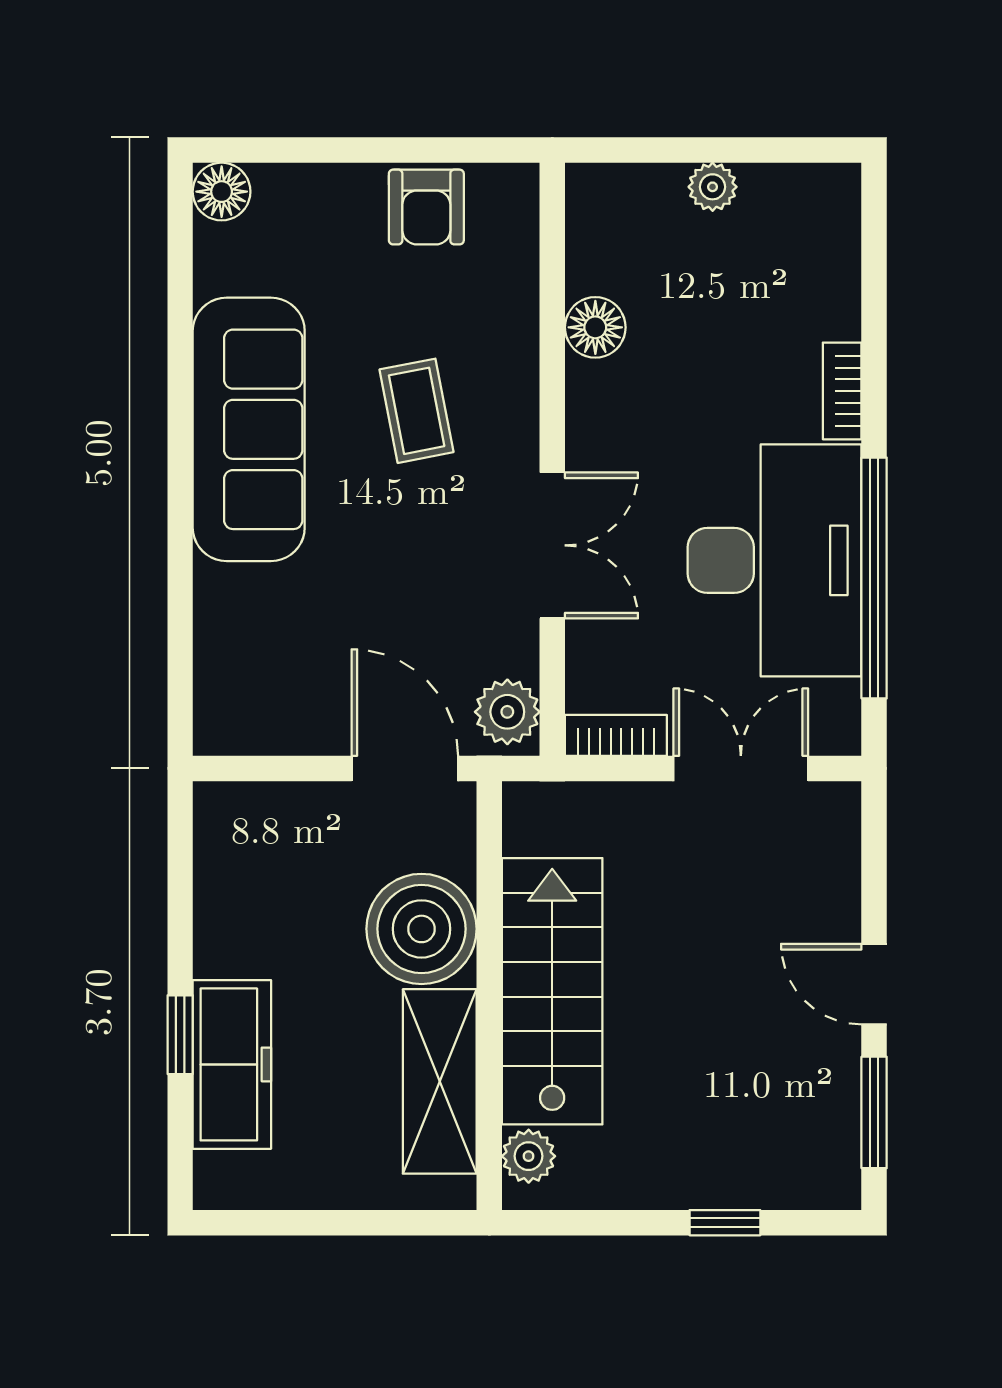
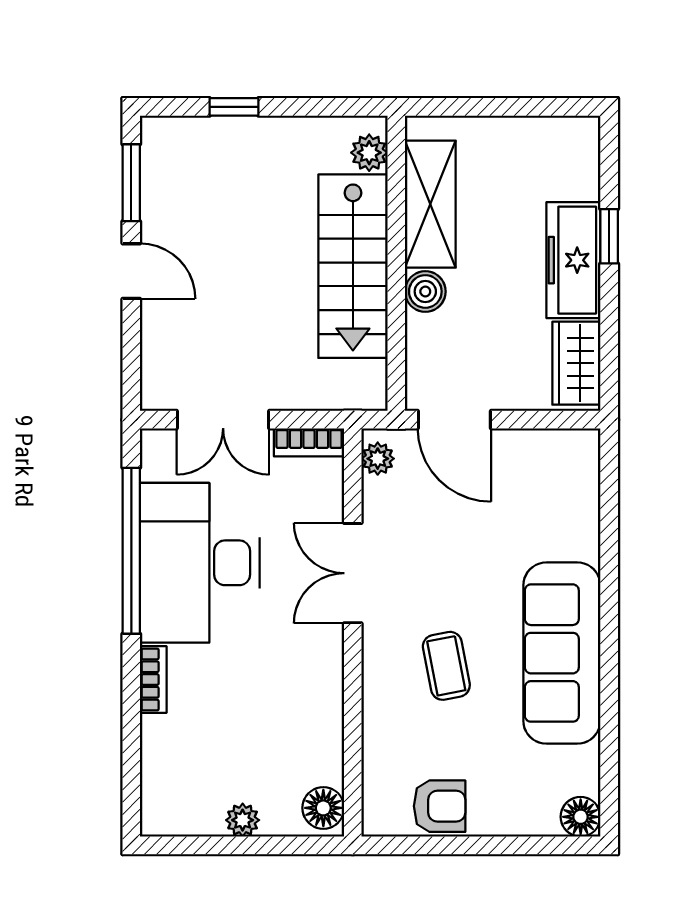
armchair: (426, 207) -> (440, 806), turned 90
floor lamp: (595, 327) -> (323, 808), moved
plant: (507, 712) -> (378, 459), width x0.73, depth x0.73
wardrobe: (228, 850) -> (576, 363), added
boiler: (421, 929) -> (425, 291), width x0.54, depth x0.54
freezer: (232, 1064) -> (573, 260), moved

